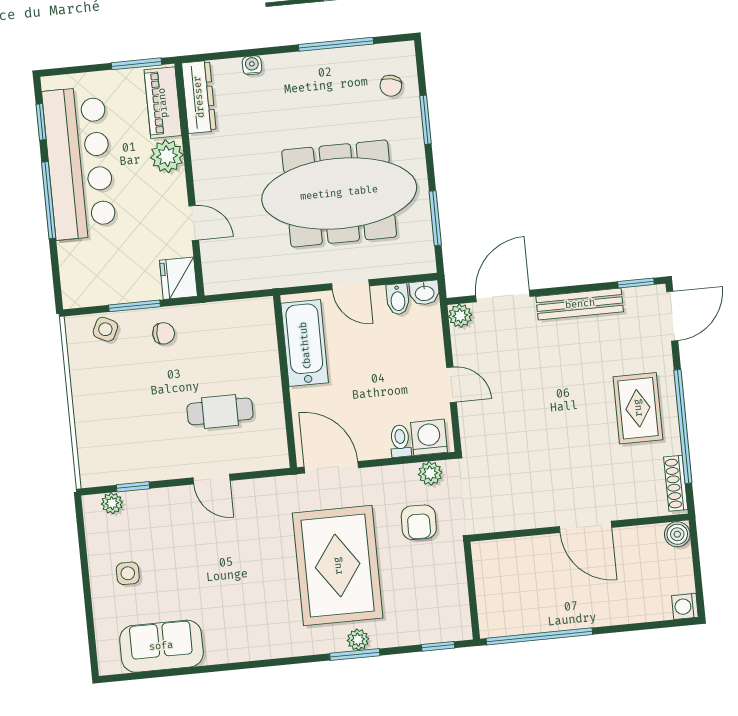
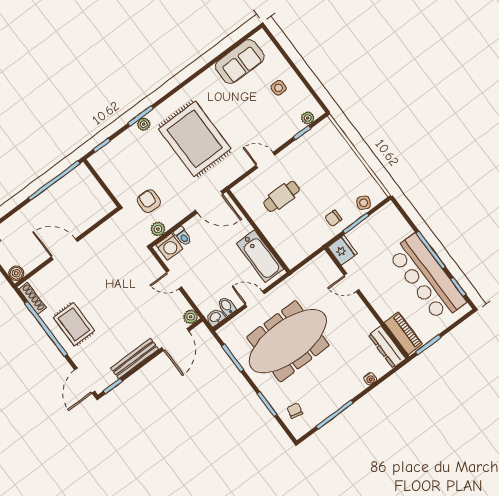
plant: (167, 156) -> (385, 308), removed
rug: (338, 566) -> (195, 139), moved

